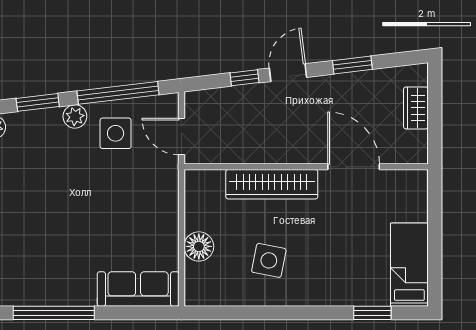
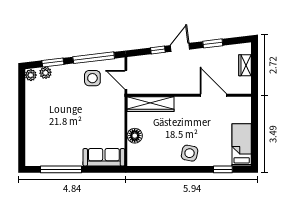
plant: (75, 116) -> (45, 73), moved
wardrobe: (272, 184) -> (151, 104), moved
side table: (269, 260) -> (190, 153), moved

